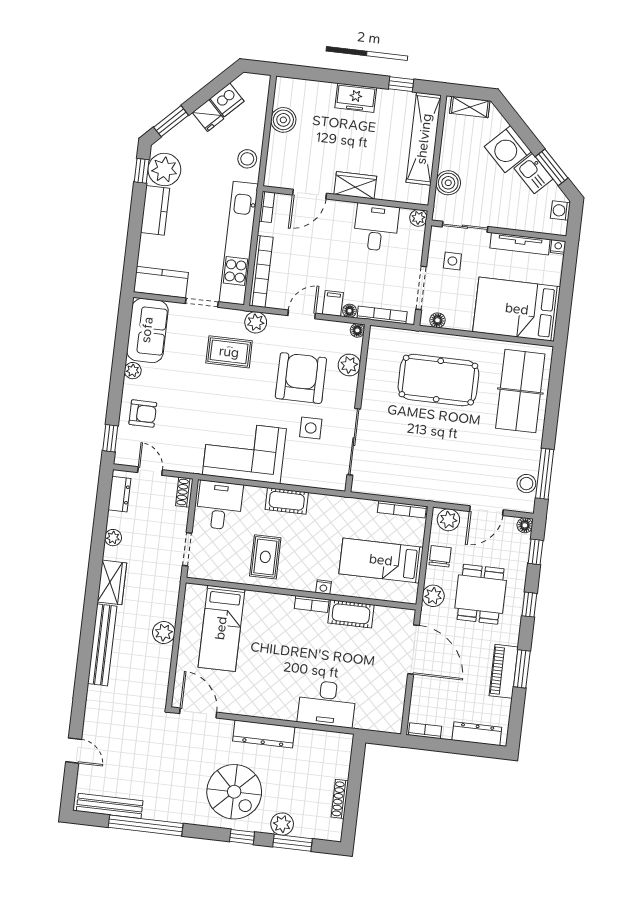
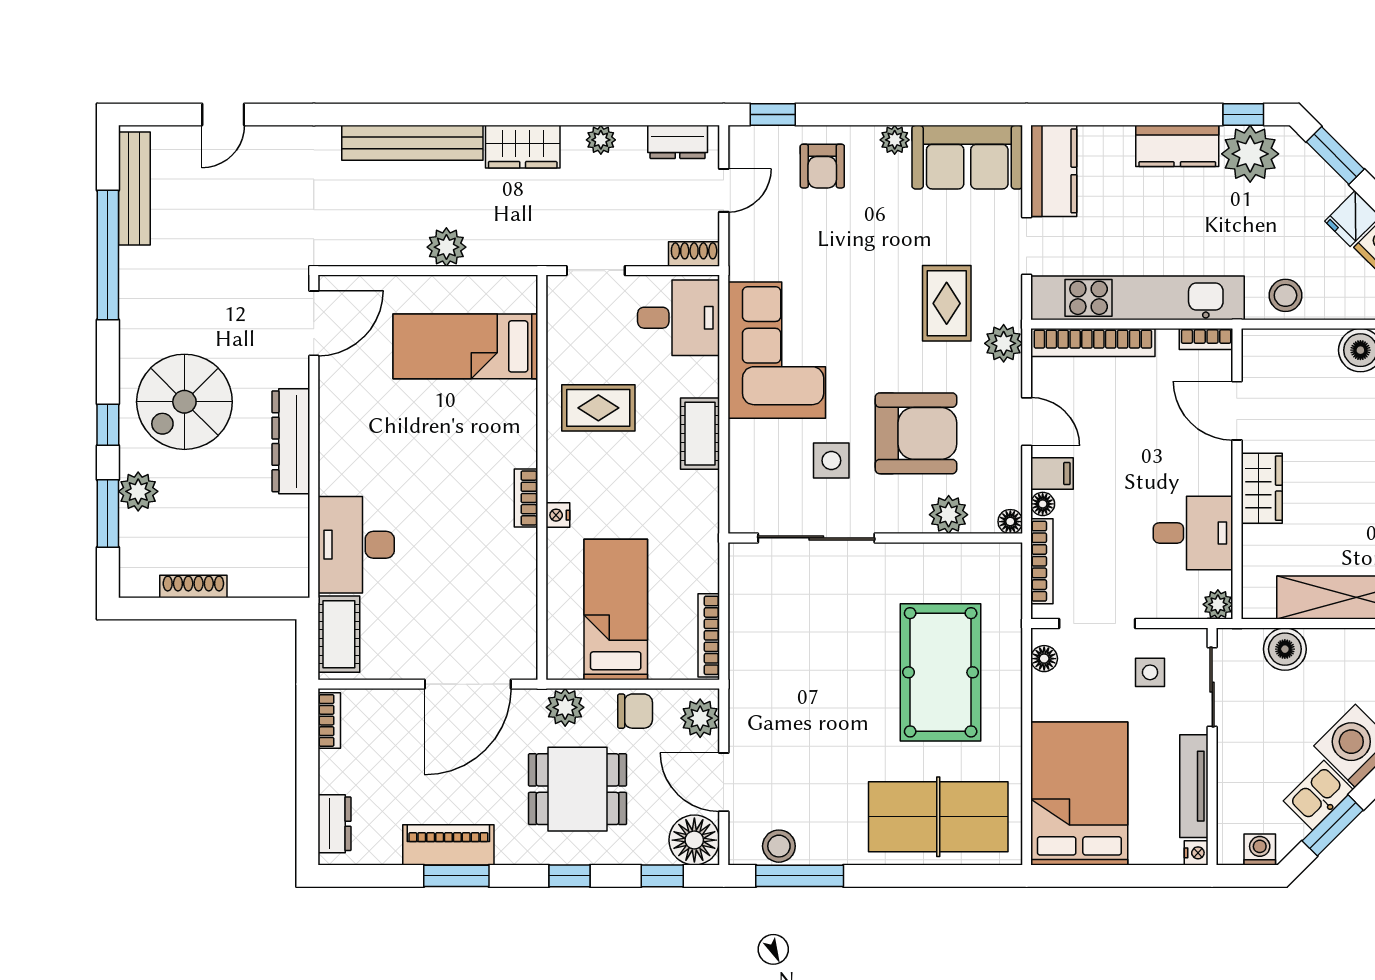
floor lamp: (525, 525) -> (694, 840), width x1.89, depth x1.89
cot: (351, 614) -> (339, 634), moved
dresser: (477, 734) -> (335, 824), width x0.70

